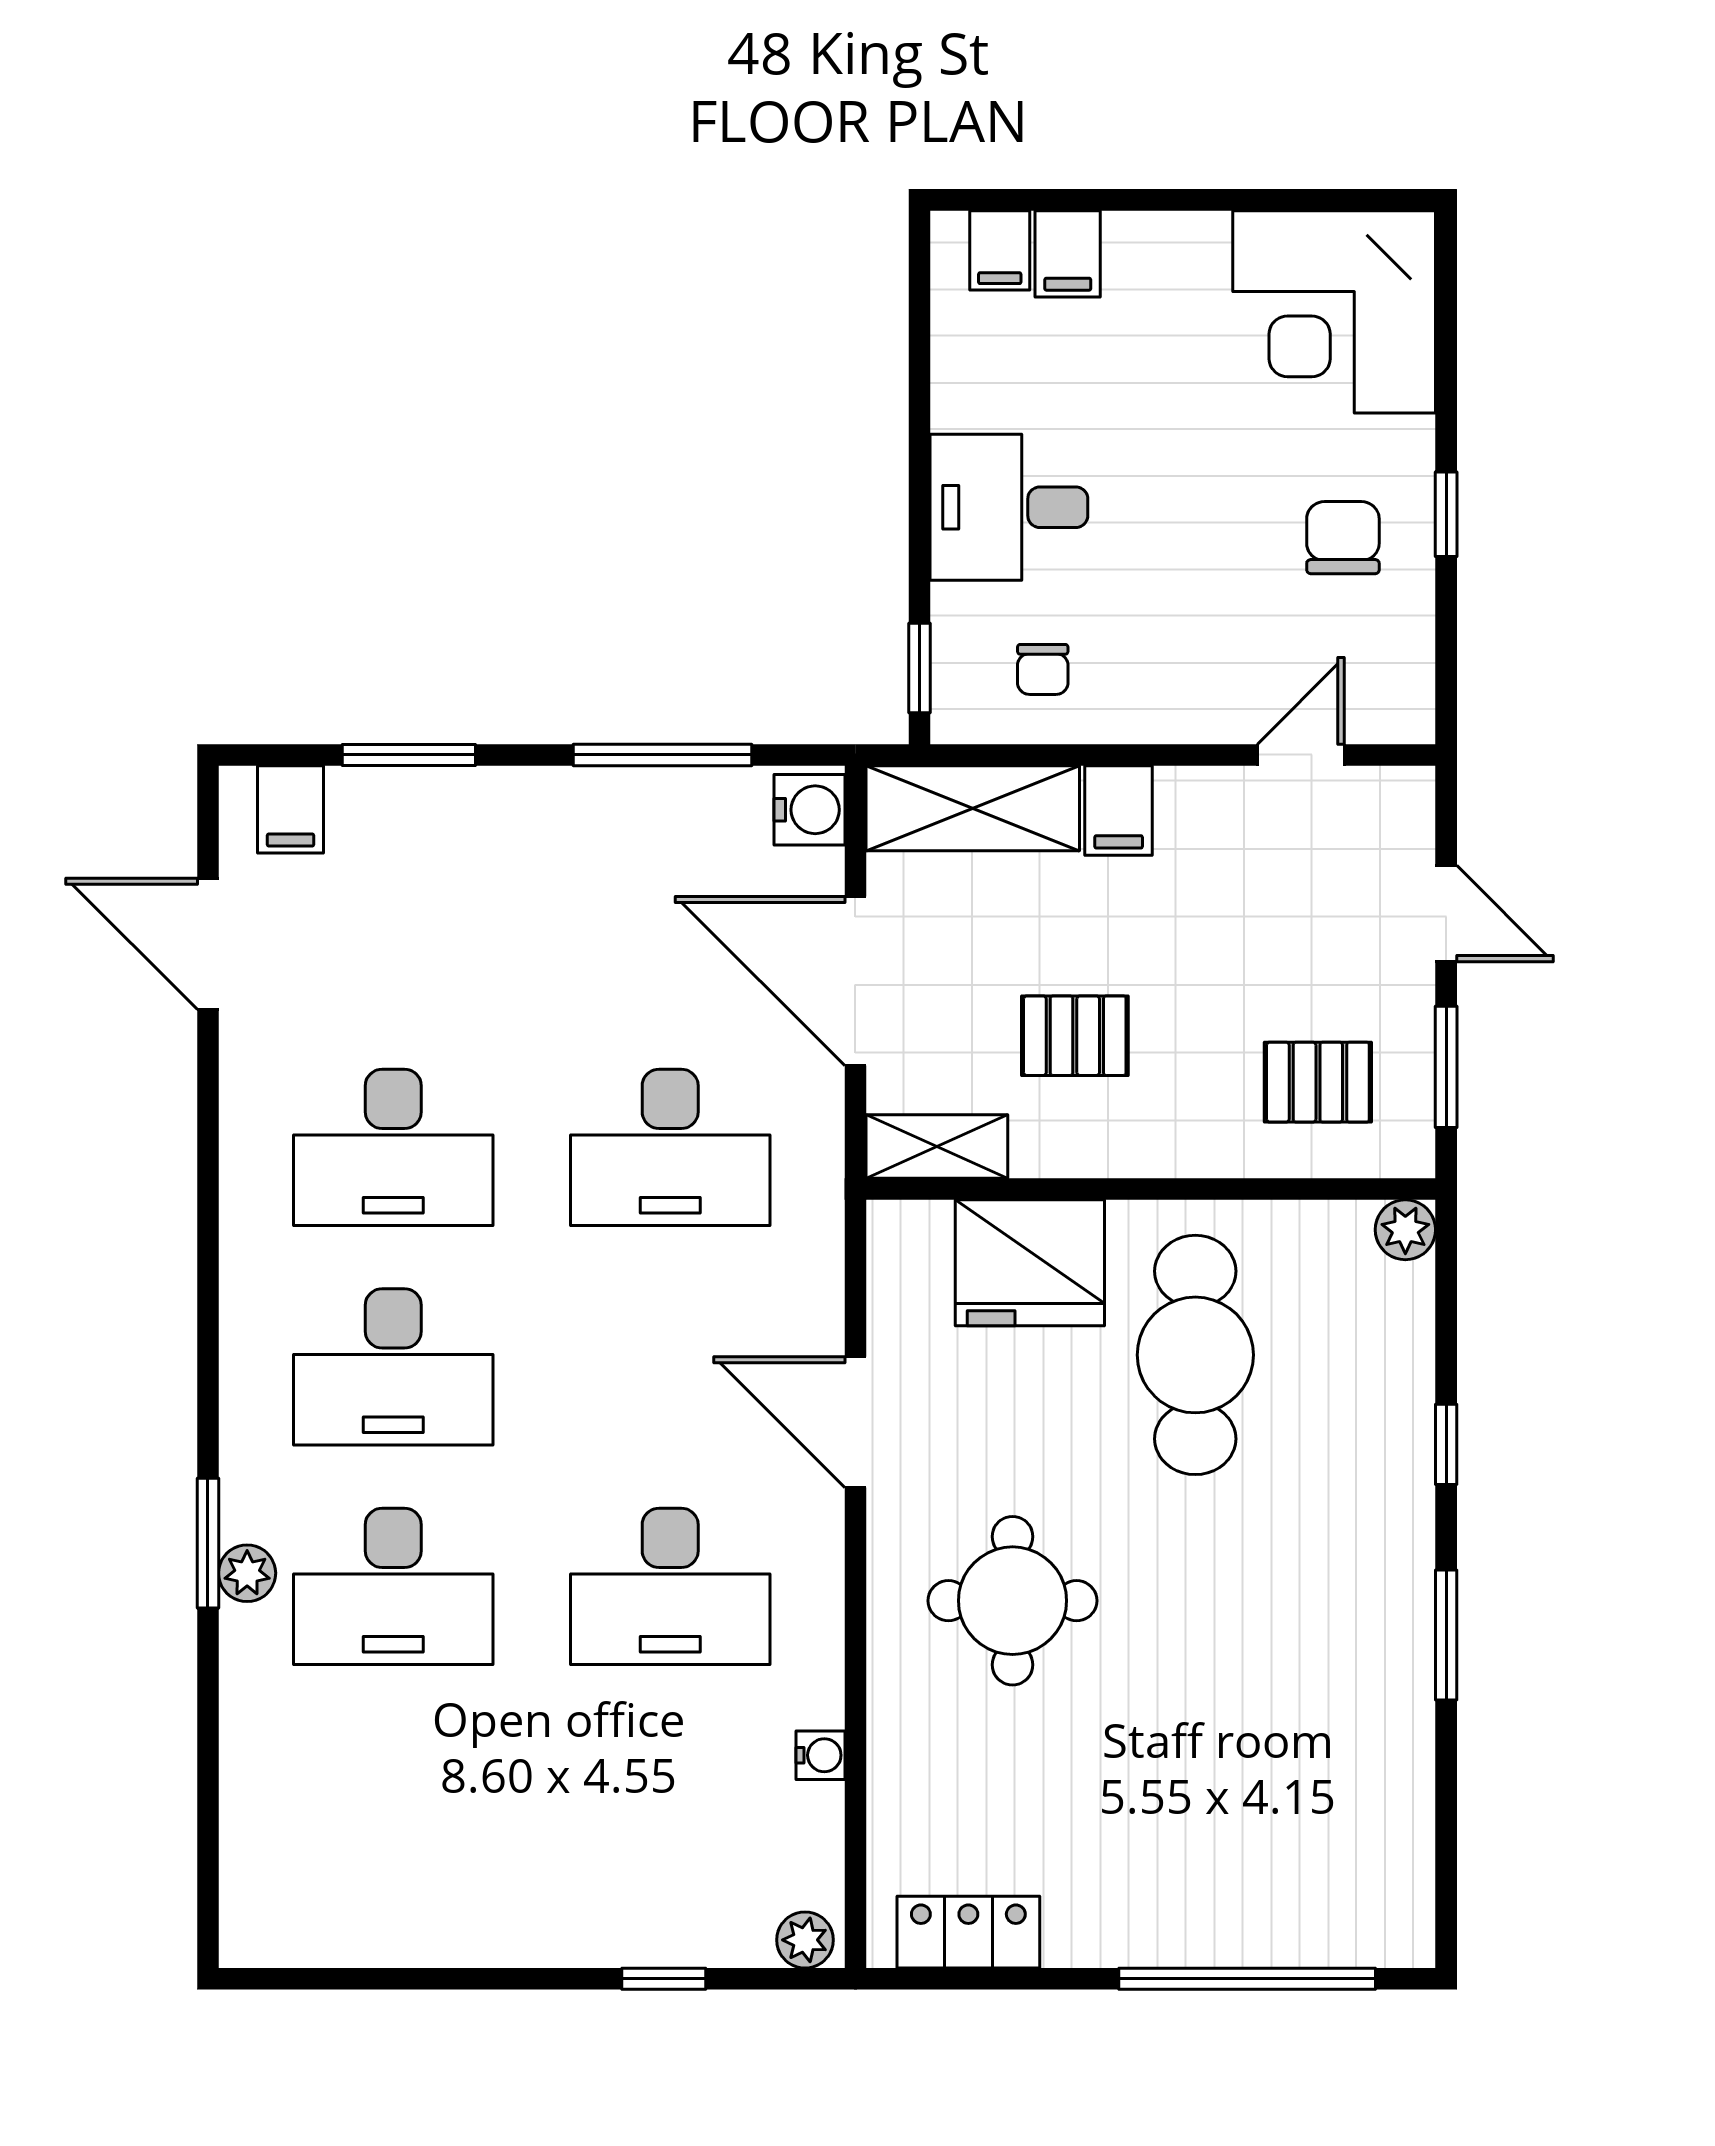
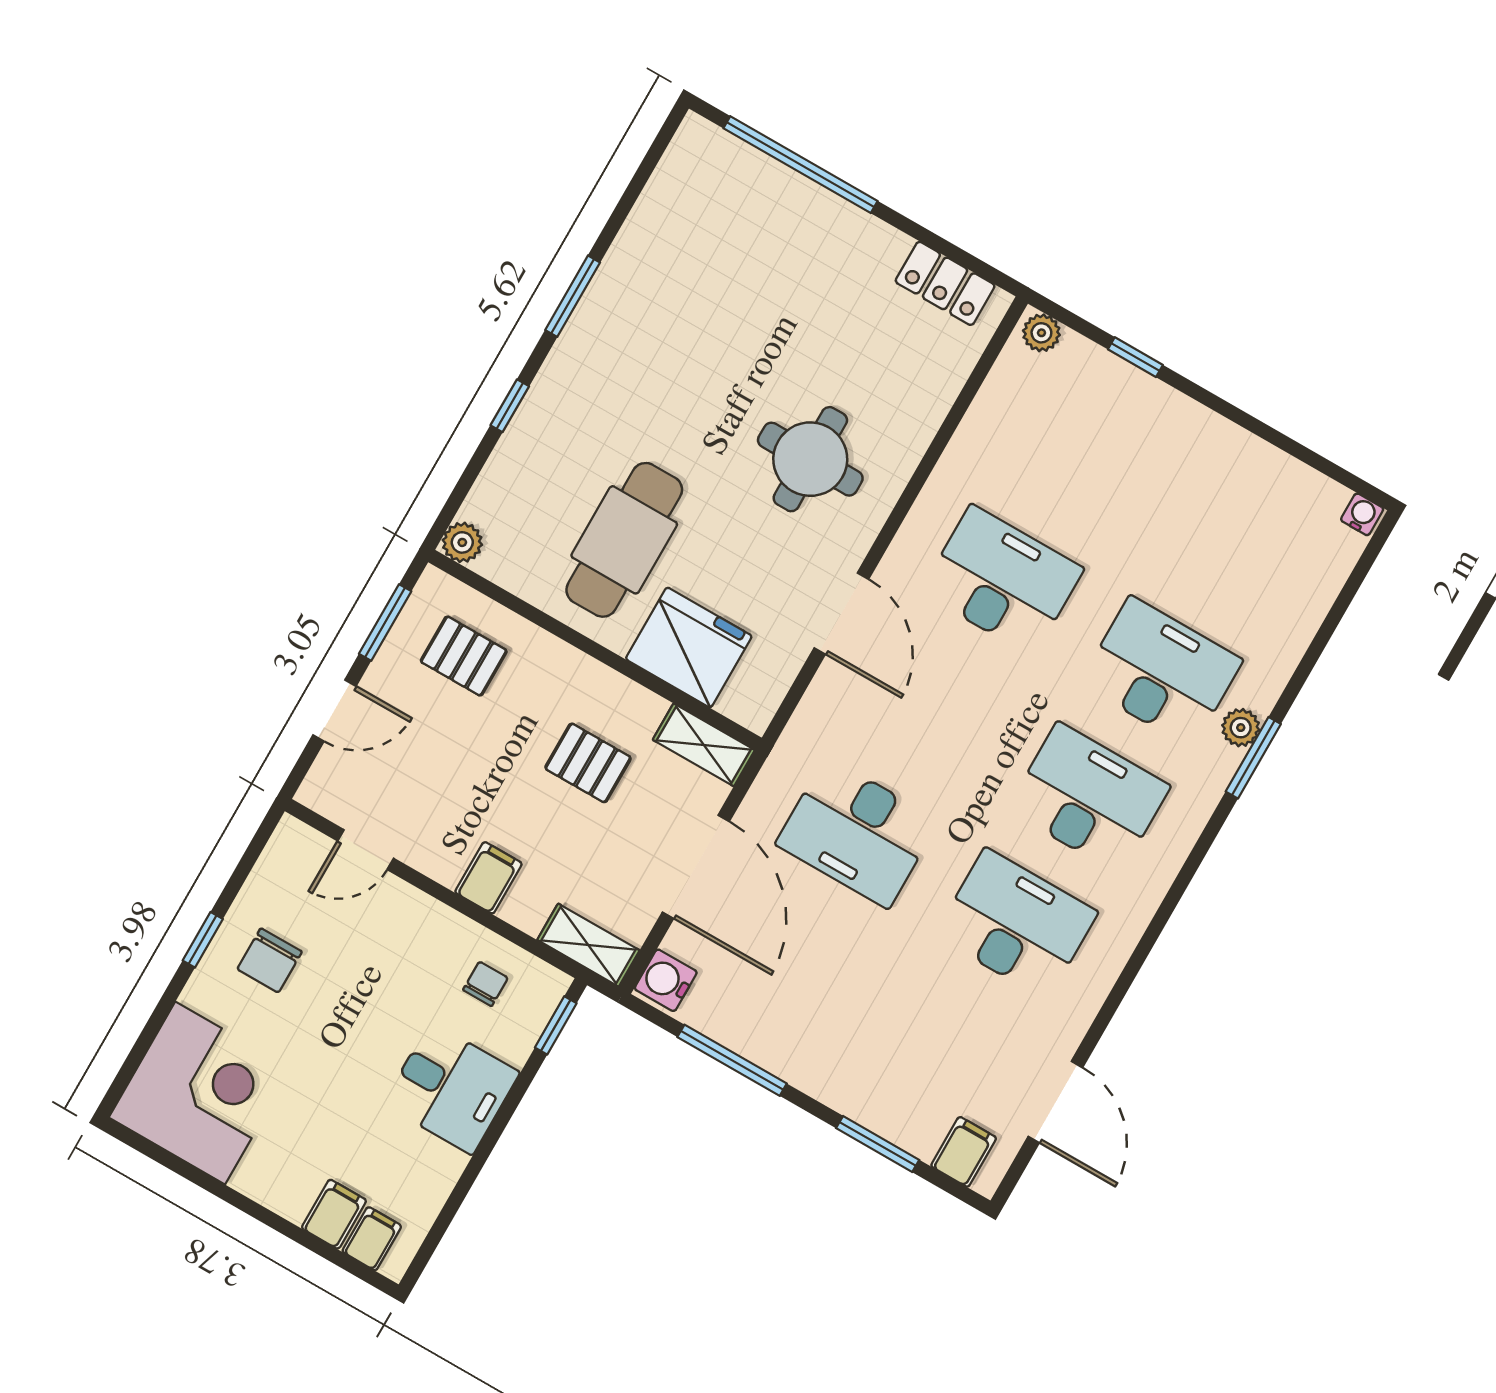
shelving: (973, 808) -> (588, 945), width x0.67, depth x0.75
door: (1446, 914) -> (334, 711), swing flipped
desk: (670, 1147) -> (857, 832), turned 180
water cooler: (820, 1755) -> (1362, 514), moved, turned 90

